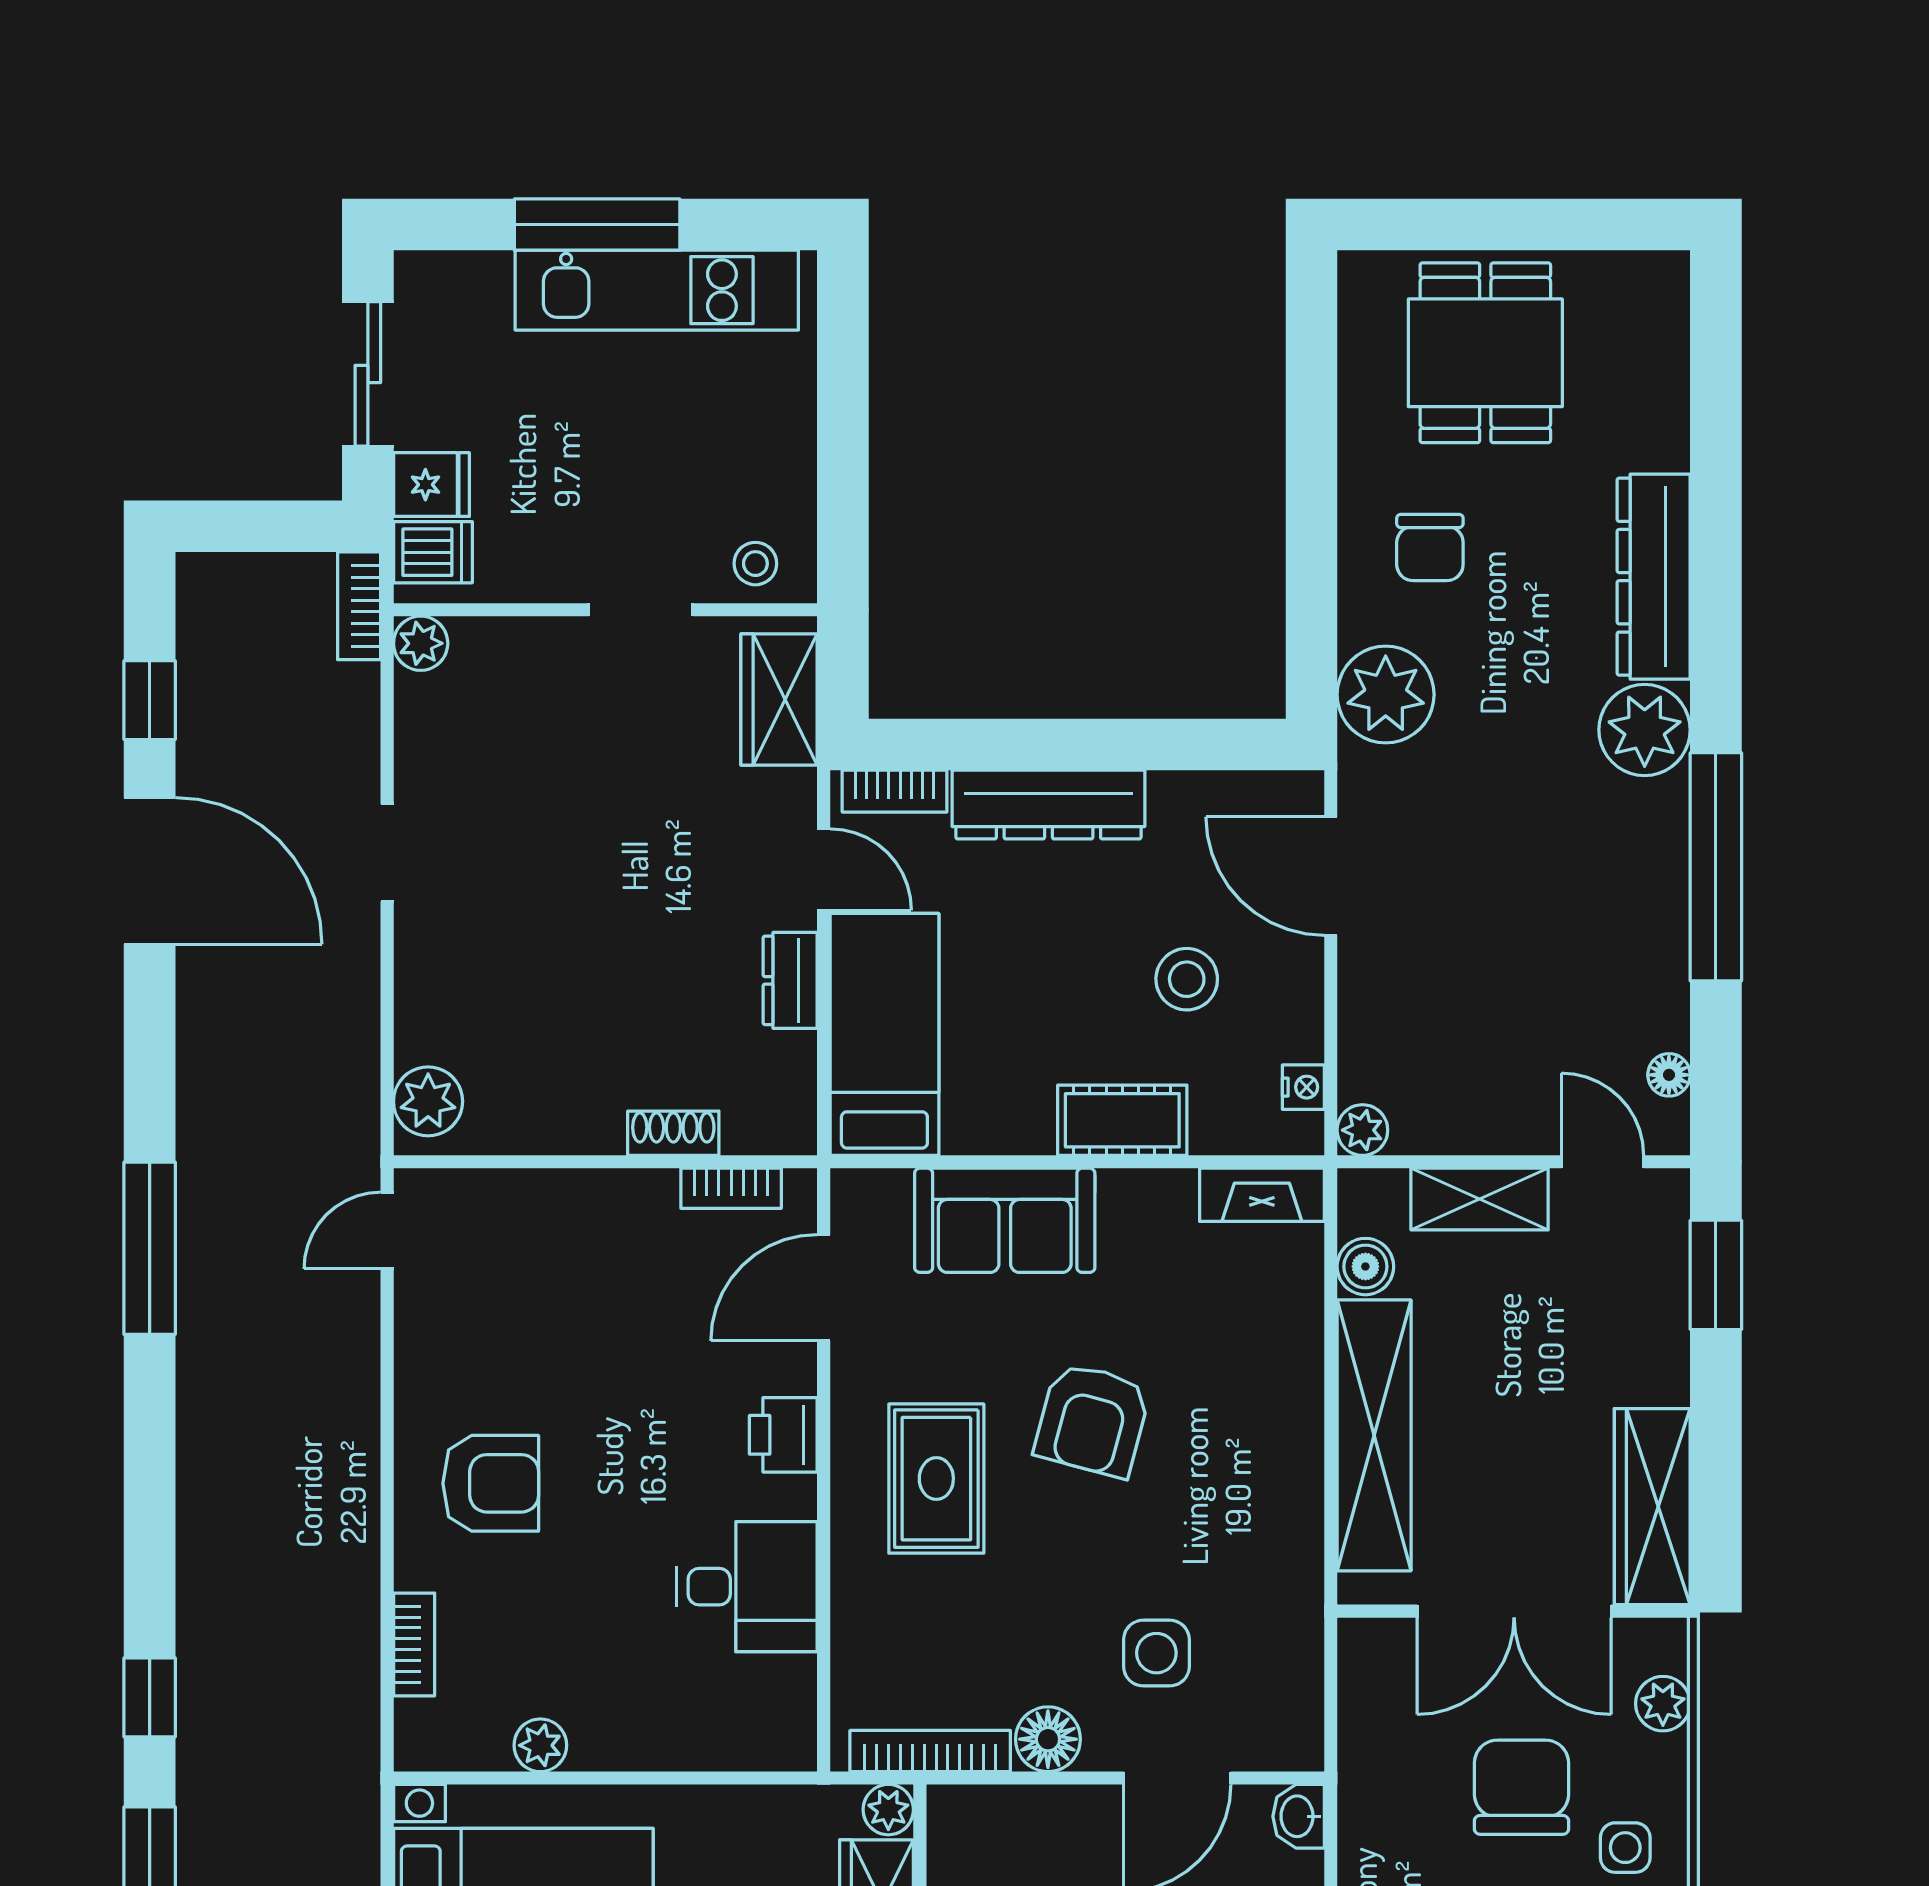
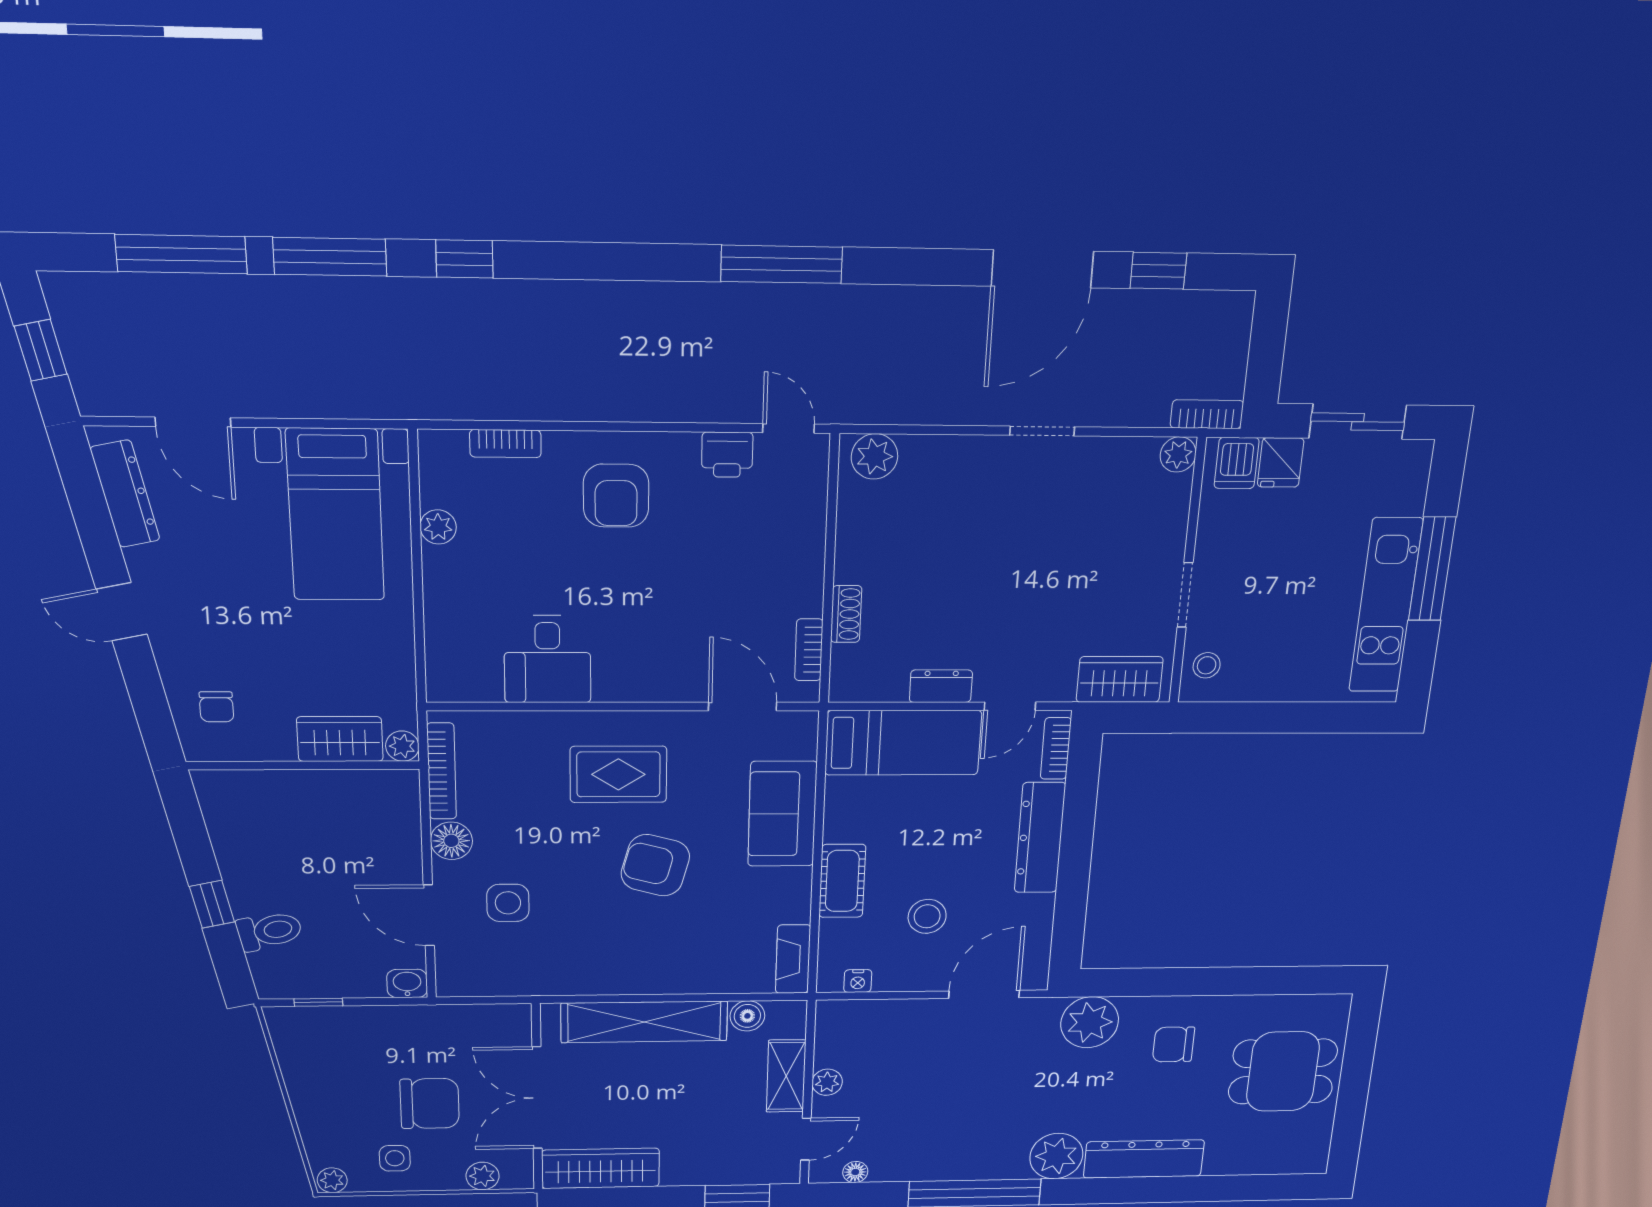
plant: (1362, 1130) -> (827, 1082), moved
printer: (783, 1435) -> (727, 455), moved, turned 180

